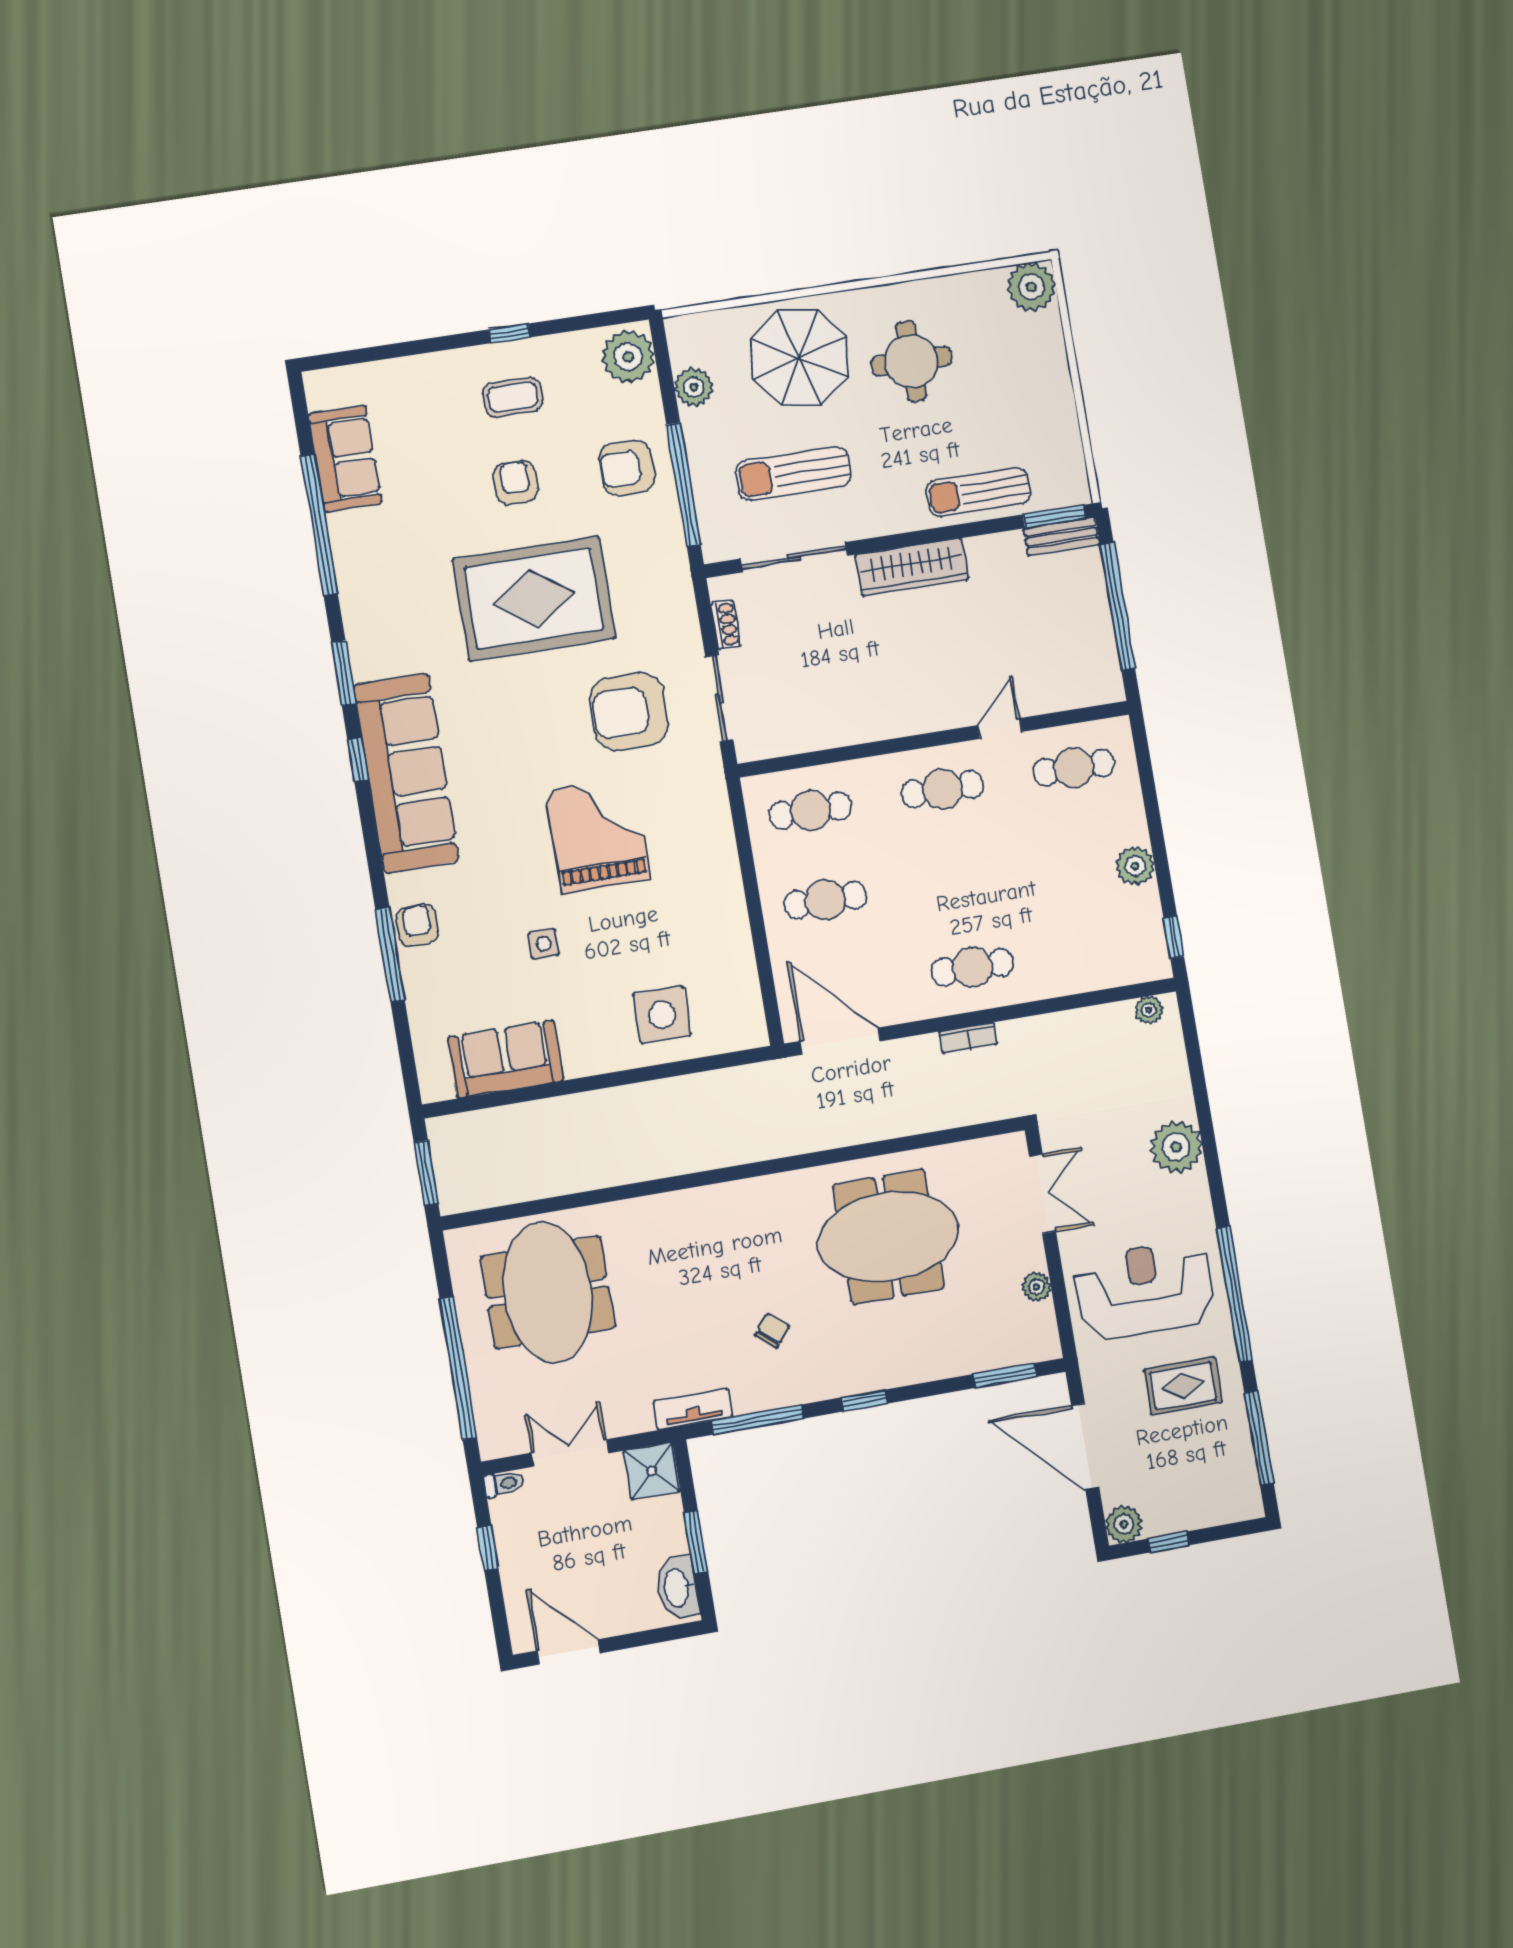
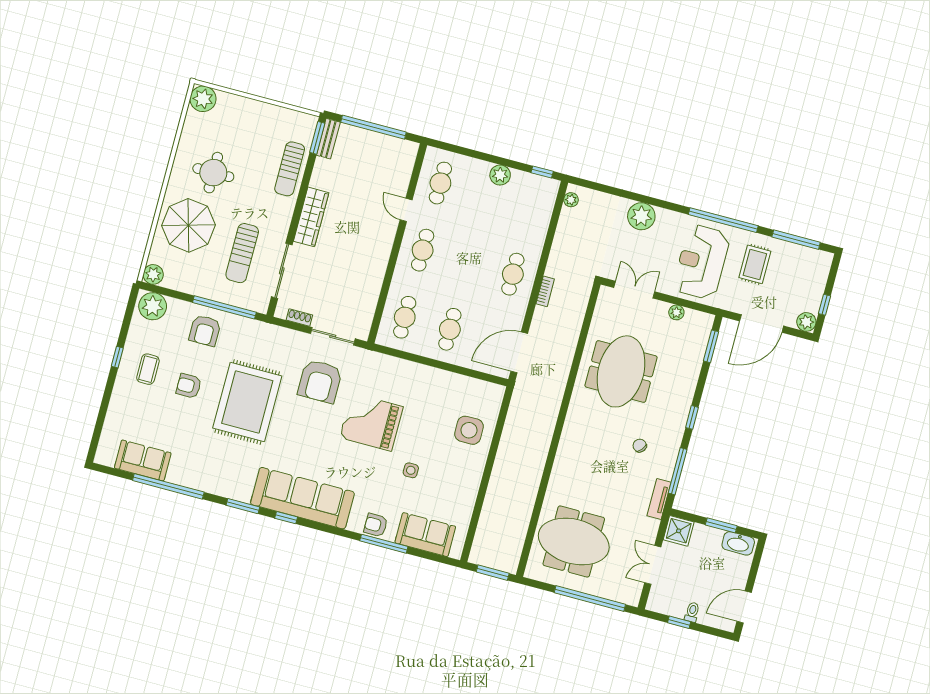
plant: (694, 387) -> (153, 274), moved
sofa: (506, 1059) -> (425, 535), moved, turned 90
toilet: (504, 1484) -> (692, 612), moved

